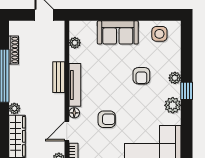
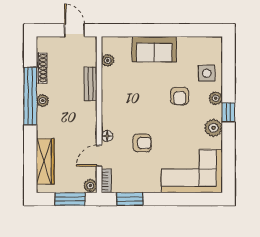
side table: (159, 34) -> (207, 73), moved
bench: (59, 77) -> (90, 84), moved
tv unit: (75, 85) -> (108, 106), removed
plant: (14, 108) -> (43, 101), moved

